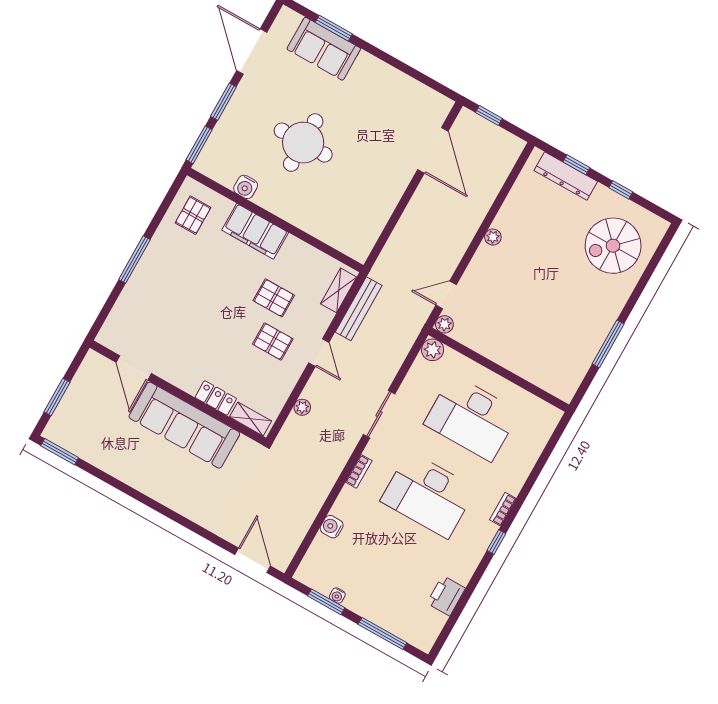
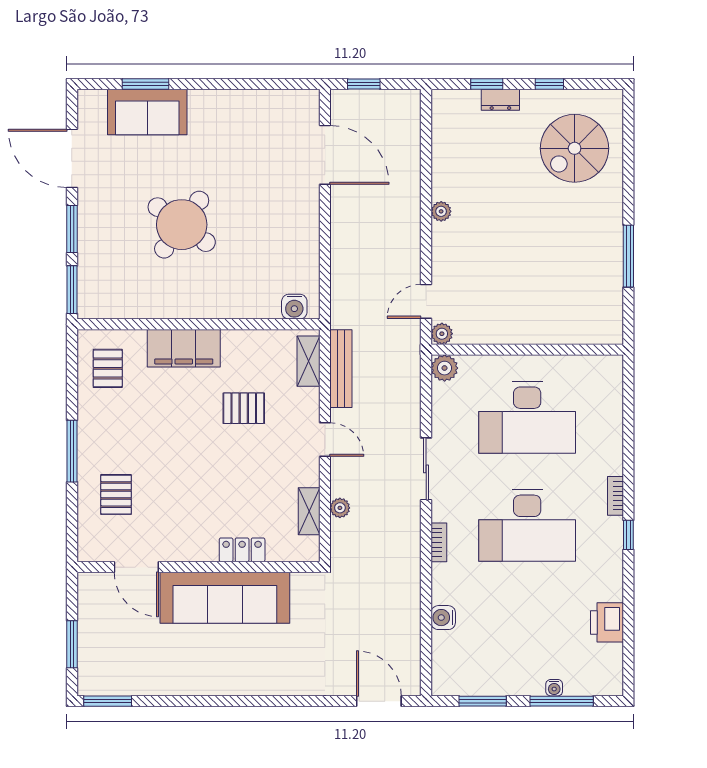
round table: (303, 143) -> (182, 225), turned 36
dresser: (566, 176) -> (500, 100), width x0.51, depth x0.80
water cooler: (246, 187) -> (294, 307), moved
pallet: (273, 341) -> (116, 495), moved, turned 90
shelving: (251, 419) -> (309, 511), moved, turned 90
water cooler: (337, 596) -> (554, 688), moved

